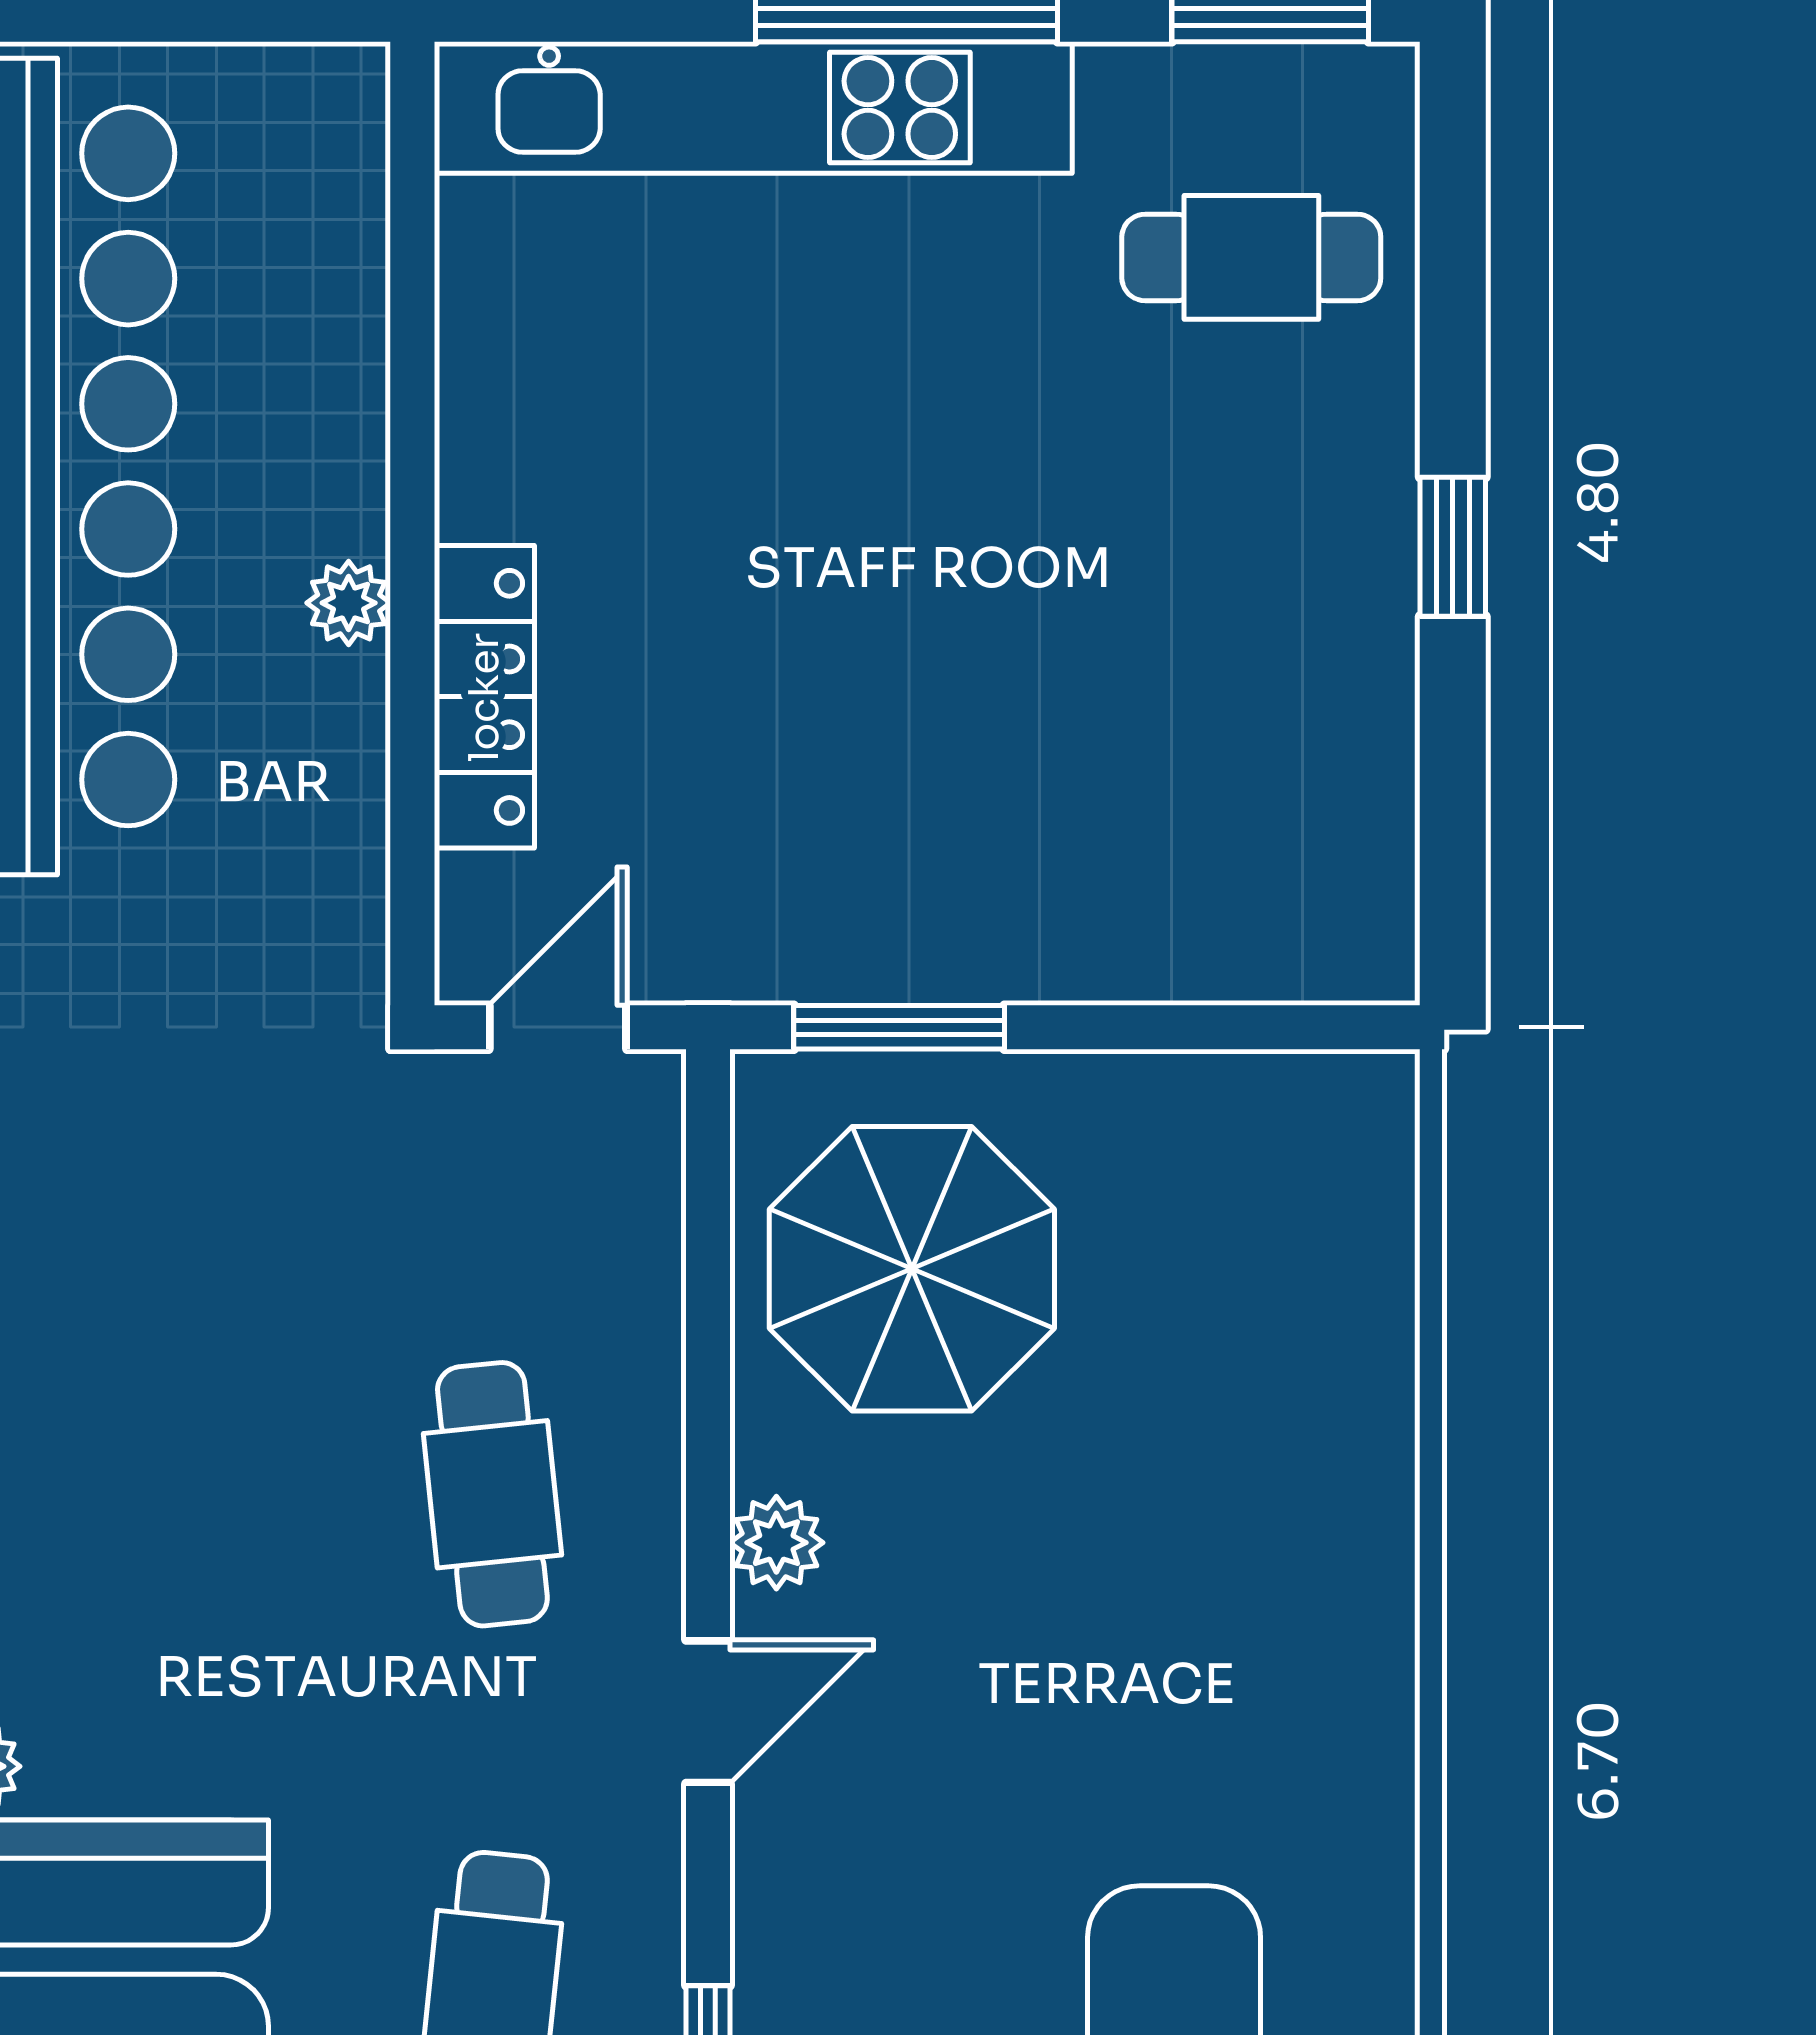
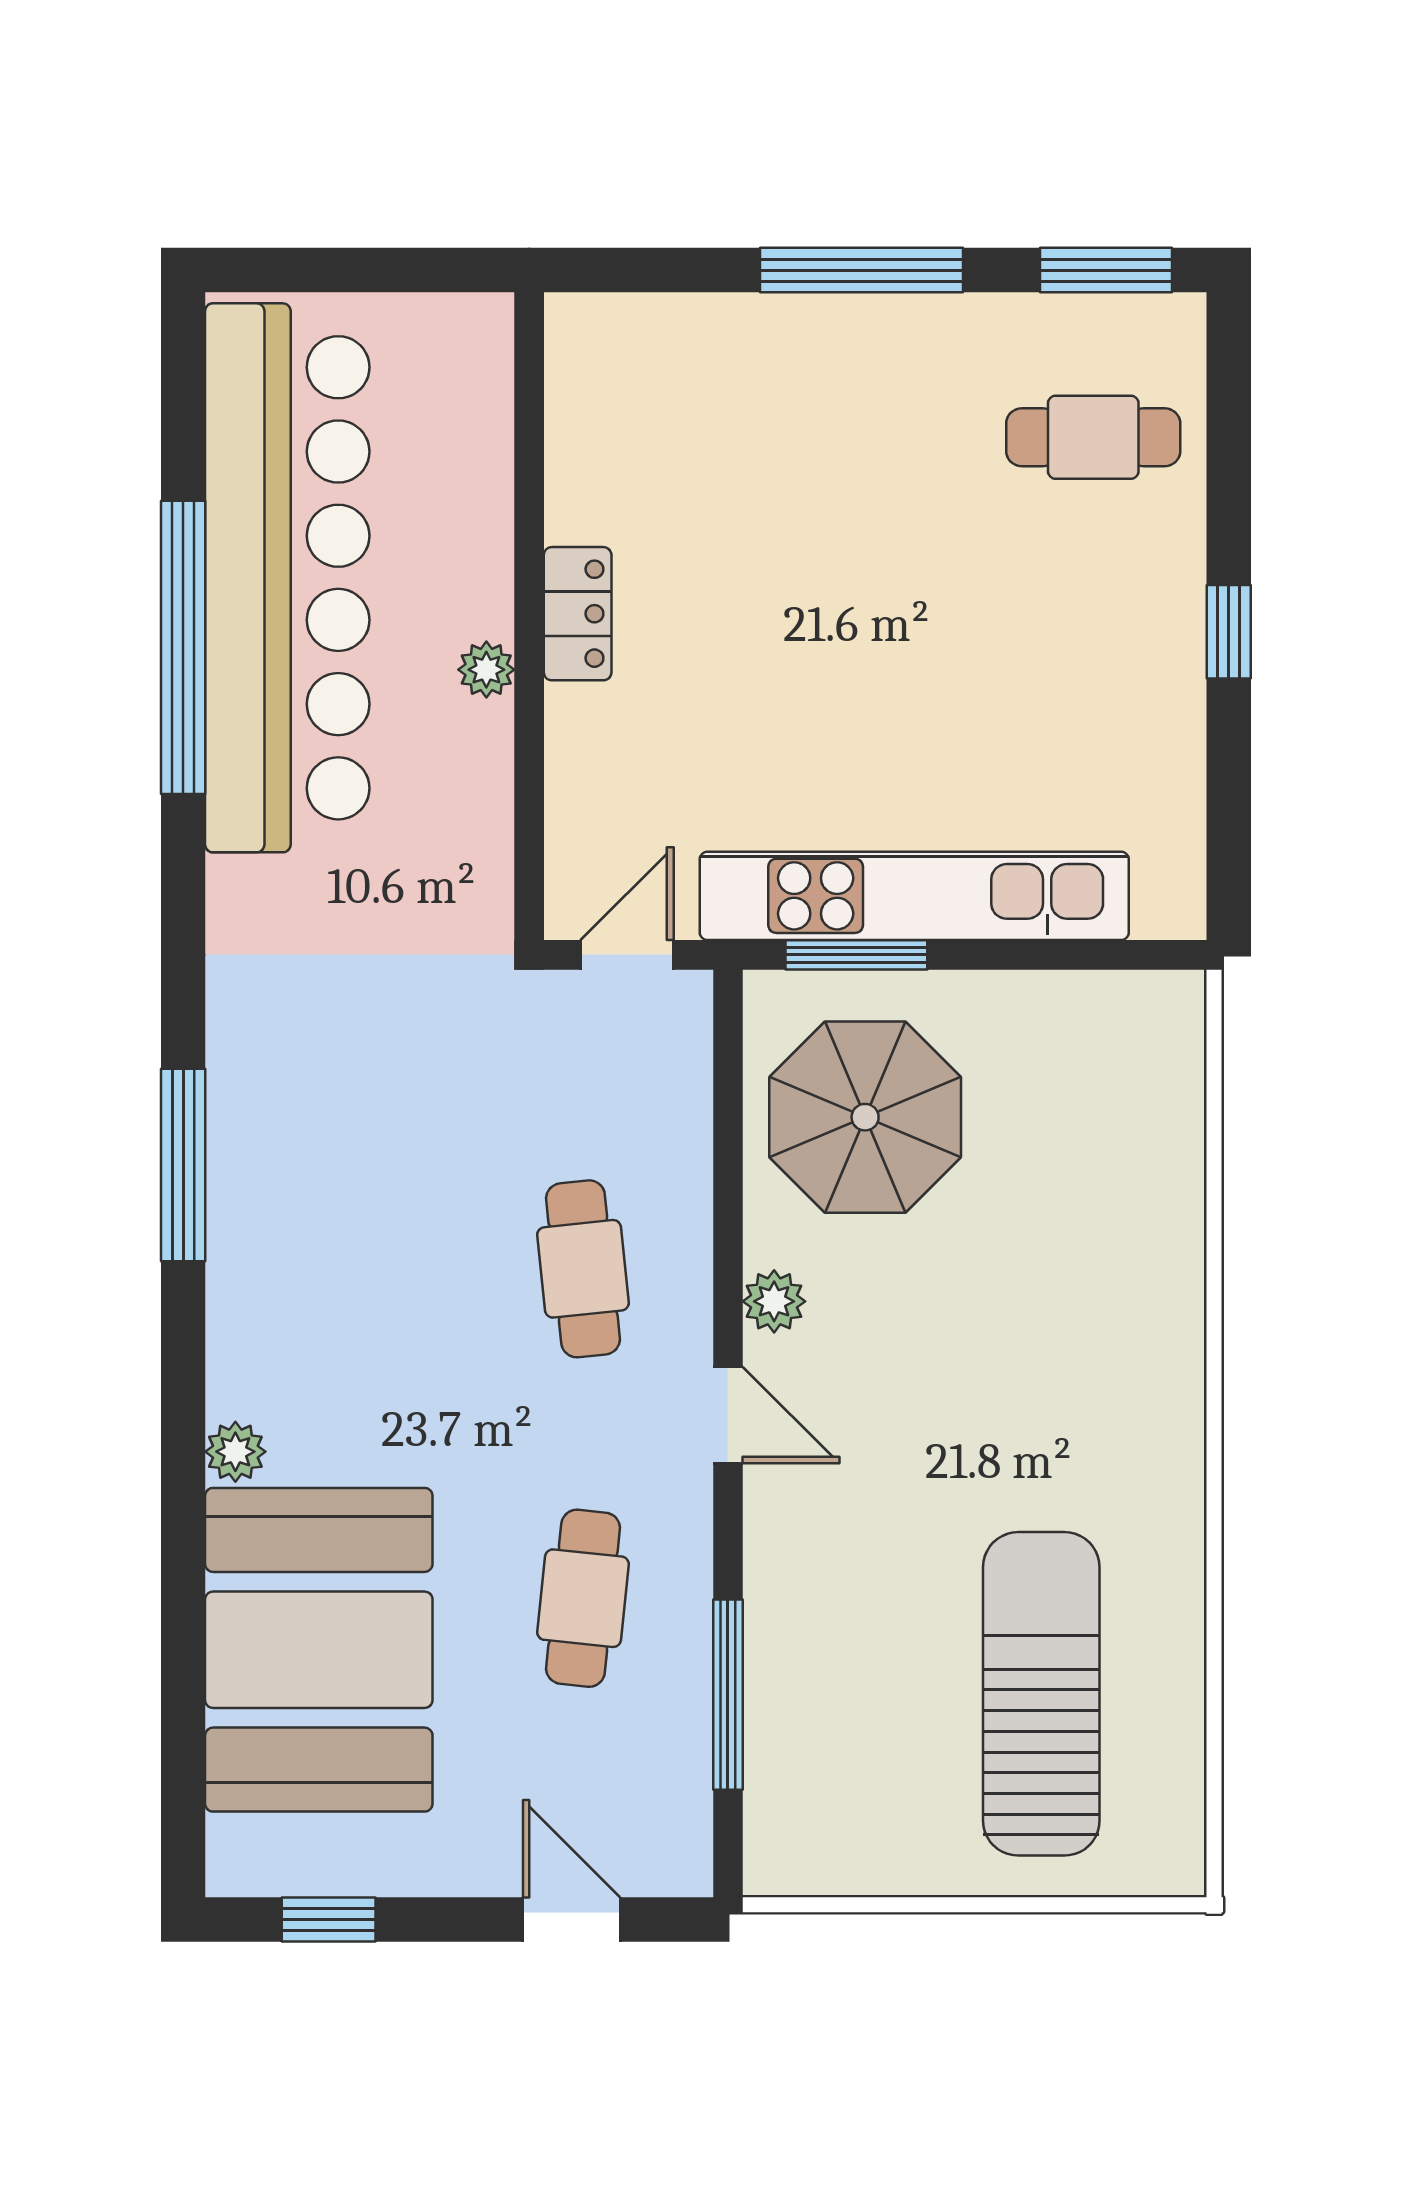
kitchen unit: (753, 108) -> (914, 896), moved, turned 180
locker: (484, 697) -> (578, 614), moved, width x0.66
door: (708, 1712) -> (728, 1415), hinge flipped

